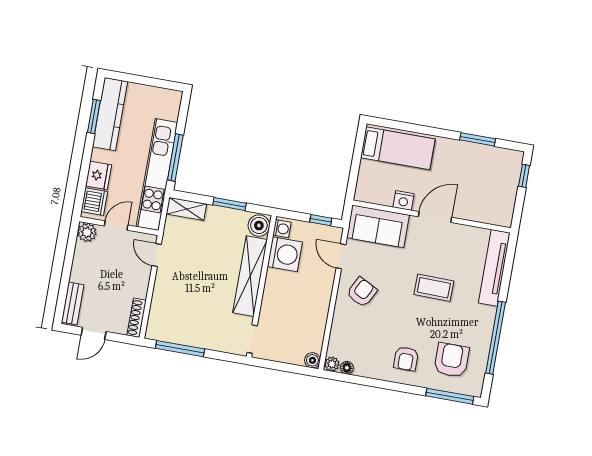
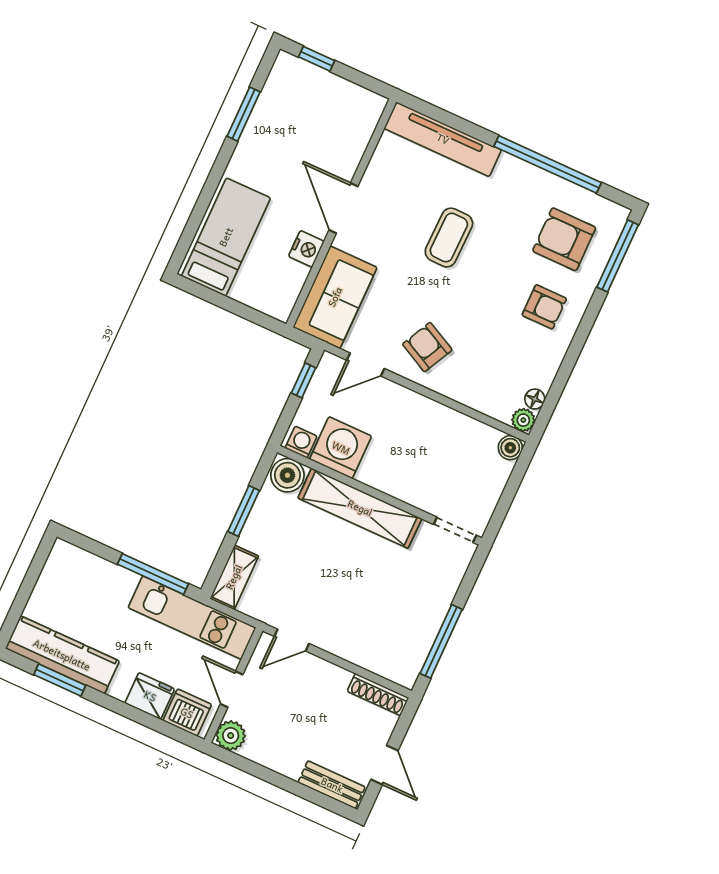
kitchen unit: (157, 175) -> (192, 618), width x0.73

